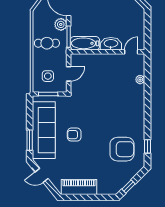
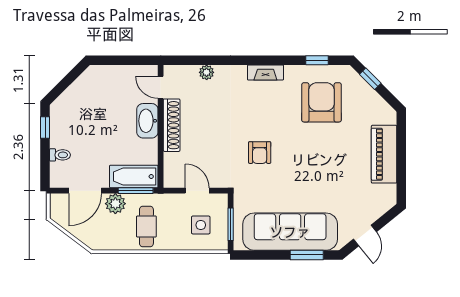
bathtub: (85, 43) -> (134, 177), moved, turned 90
shoe rack: (108, 58) -> (172, 125), added
fireplace: (140, 115) -> (265, 73), added
armchair: (74, 135) -> (260, 153), moved
window: (128, 186) -> (370, 79), moved
piano: (79, 187) -> (384, 154), moved

